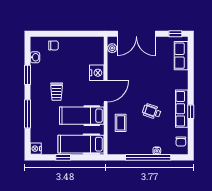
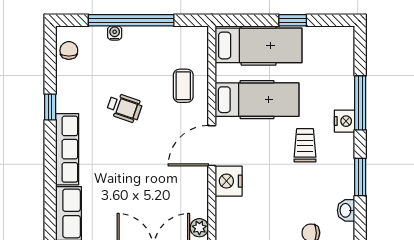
row of seats: (182, 109) -> (67, 149), moved
nightstand: (36, 149) -> (344, 121), moved

